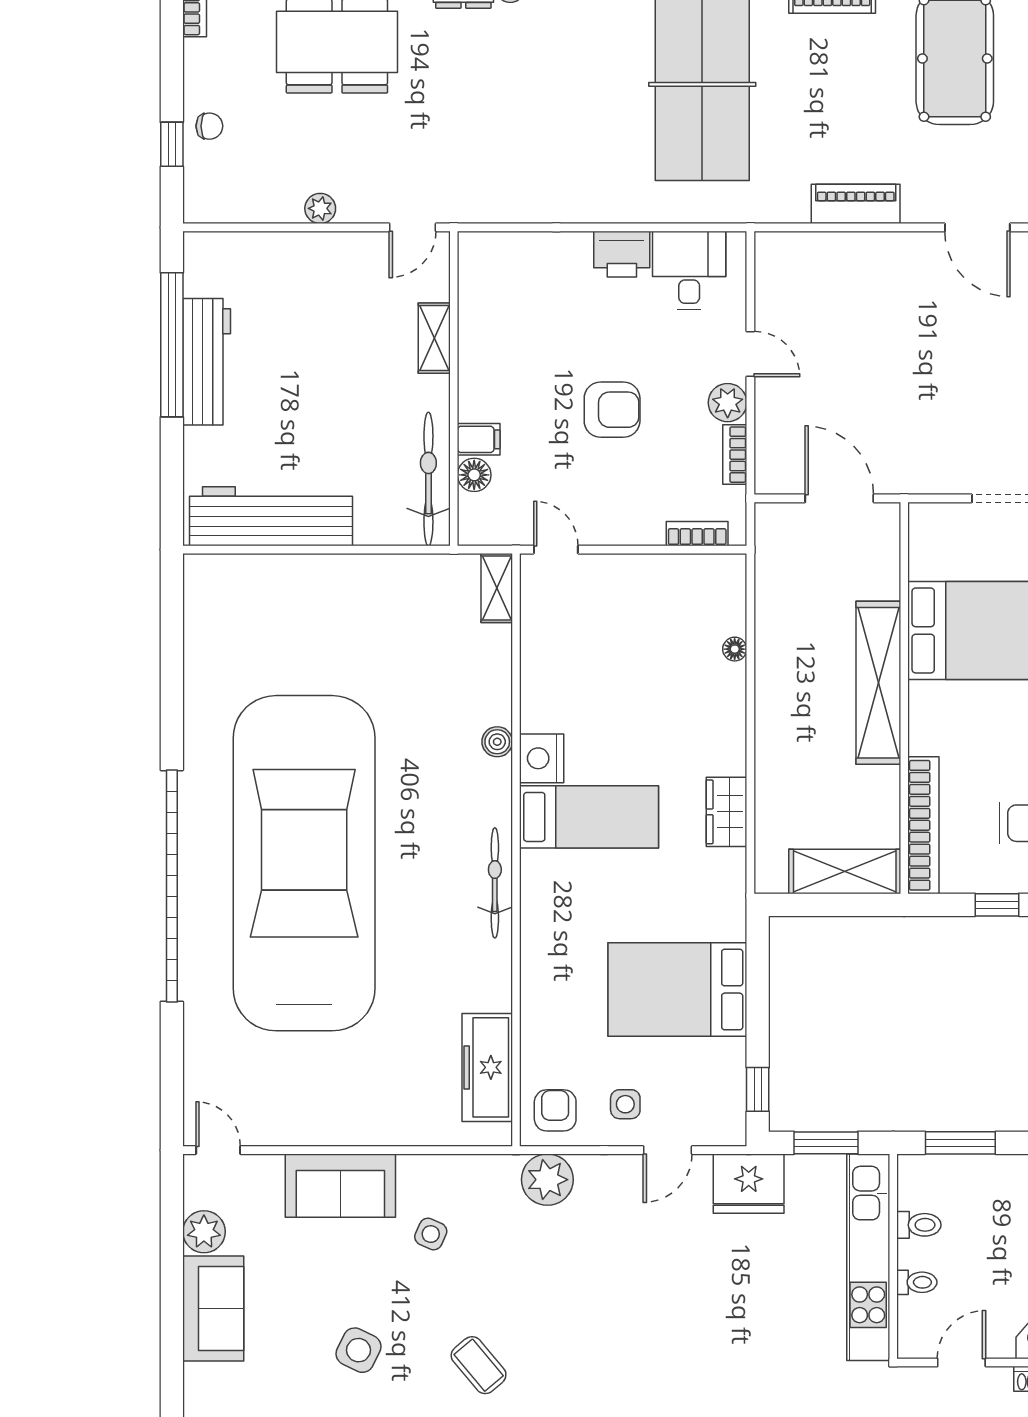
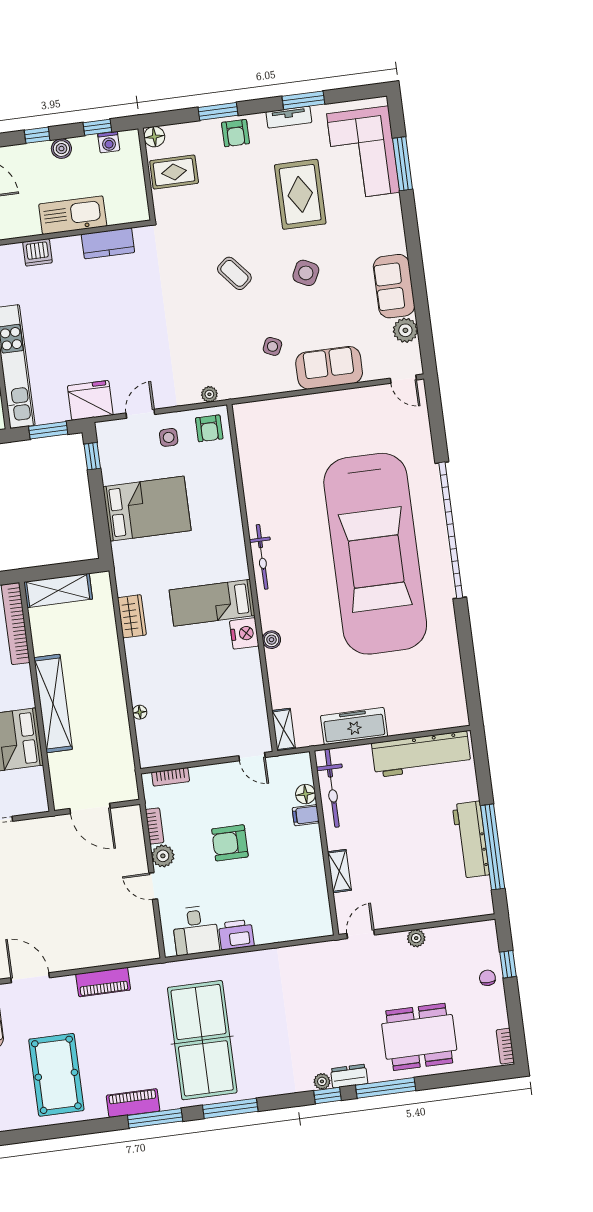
chair: (209, 126) -> (487, 978), turned 90
freezer: (487, 1067) -> (354, 726), moved, turned -90
plant: (547, 1180) -> (209, 394), width x0.53, depth x0.53

